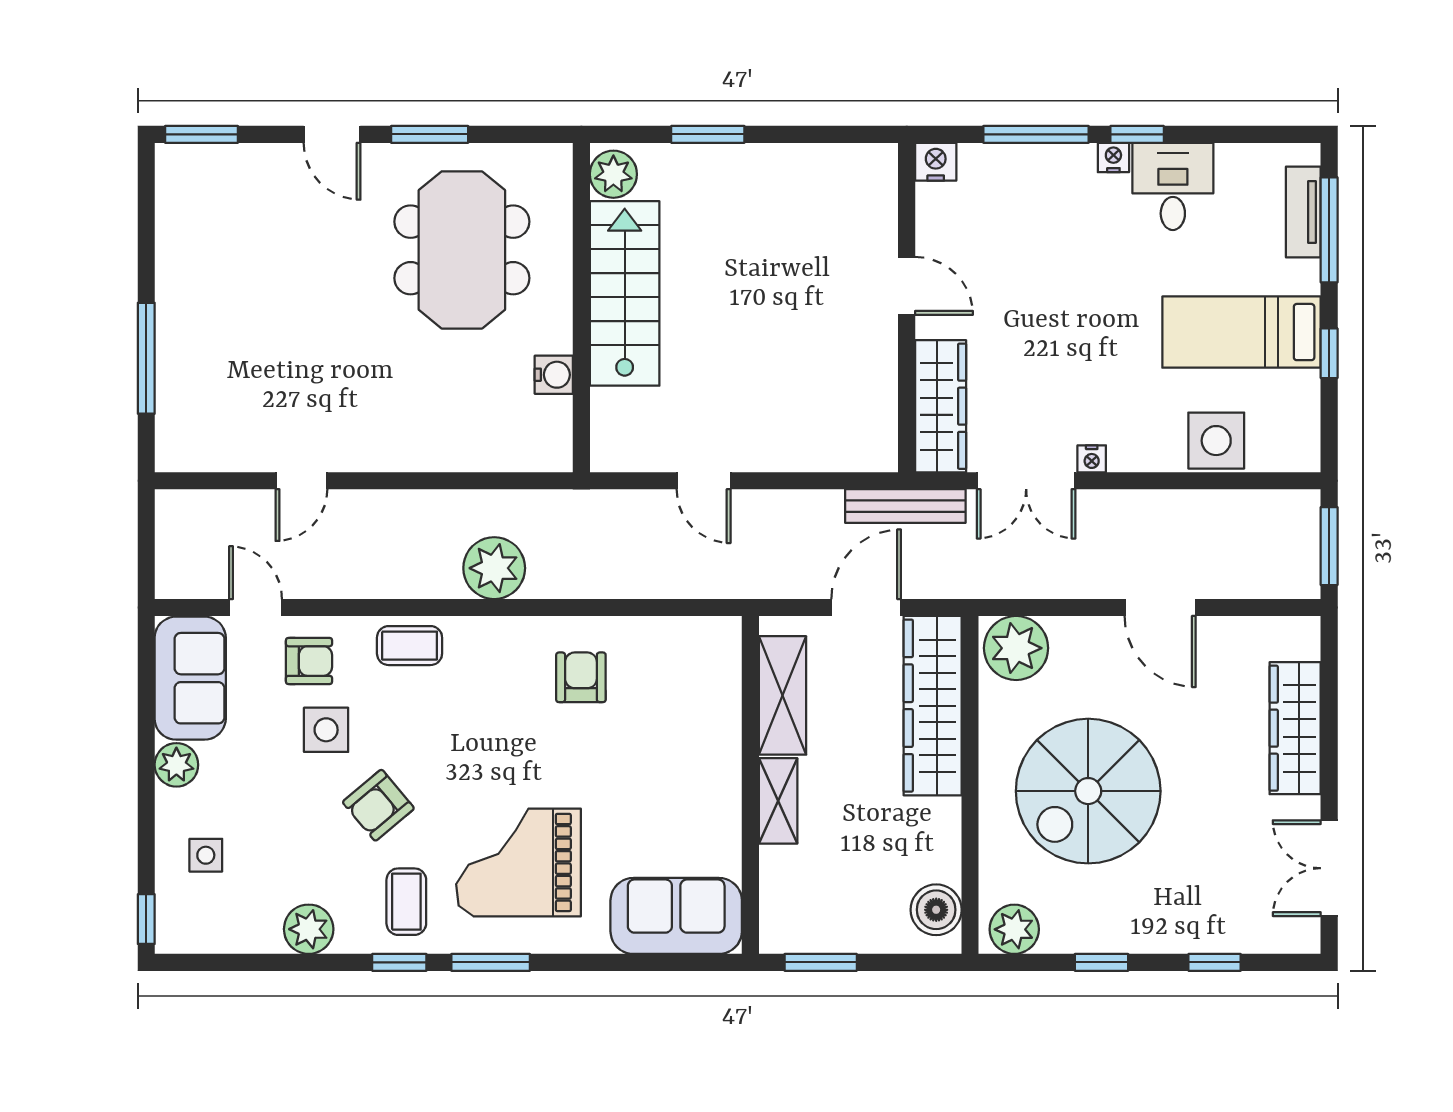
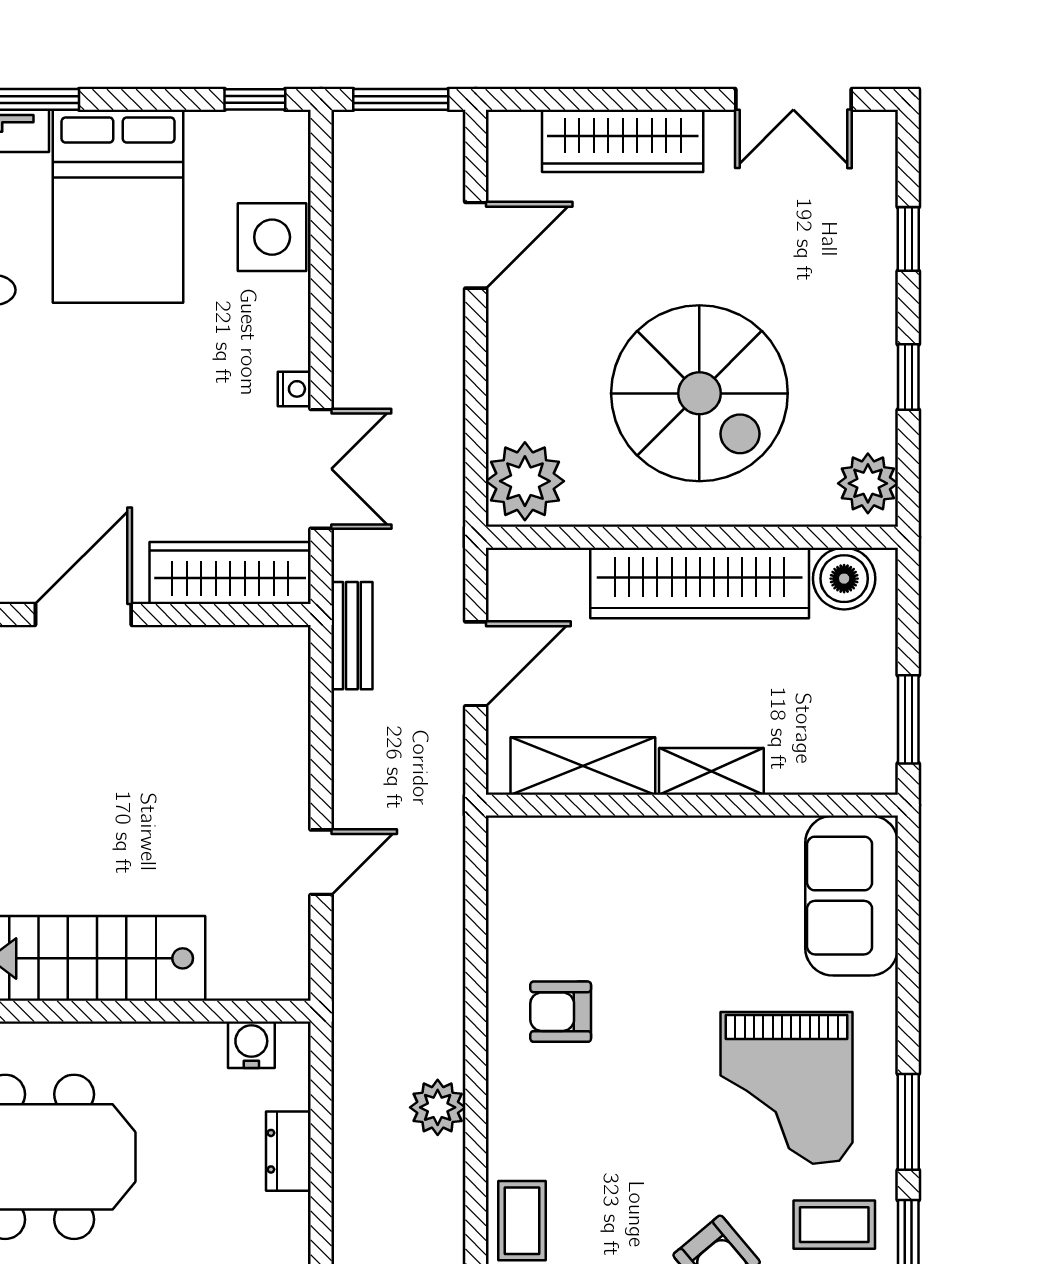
door: (907, 286) -> (83, 615), width x1.38
bed: (1242, 332) -> (118, 206), width x1.50
window: (1329, 353) -> (255, 99), moved
water cooler: (554, 375) -> (251, 1045), moved
dresser: (467, 454) -> (288, 1151), added
bench: (905, 506) -> (352, 636), width x0.73
plant: (494, 568) -> (438, 1107), width x0.73, depth x0.73
door: (866, 607) -> (476, 664), swing flipped
door: (1160, 607) -> (476, 245), moved
wardrobe: (933, 706) -> (700, 583), moved

